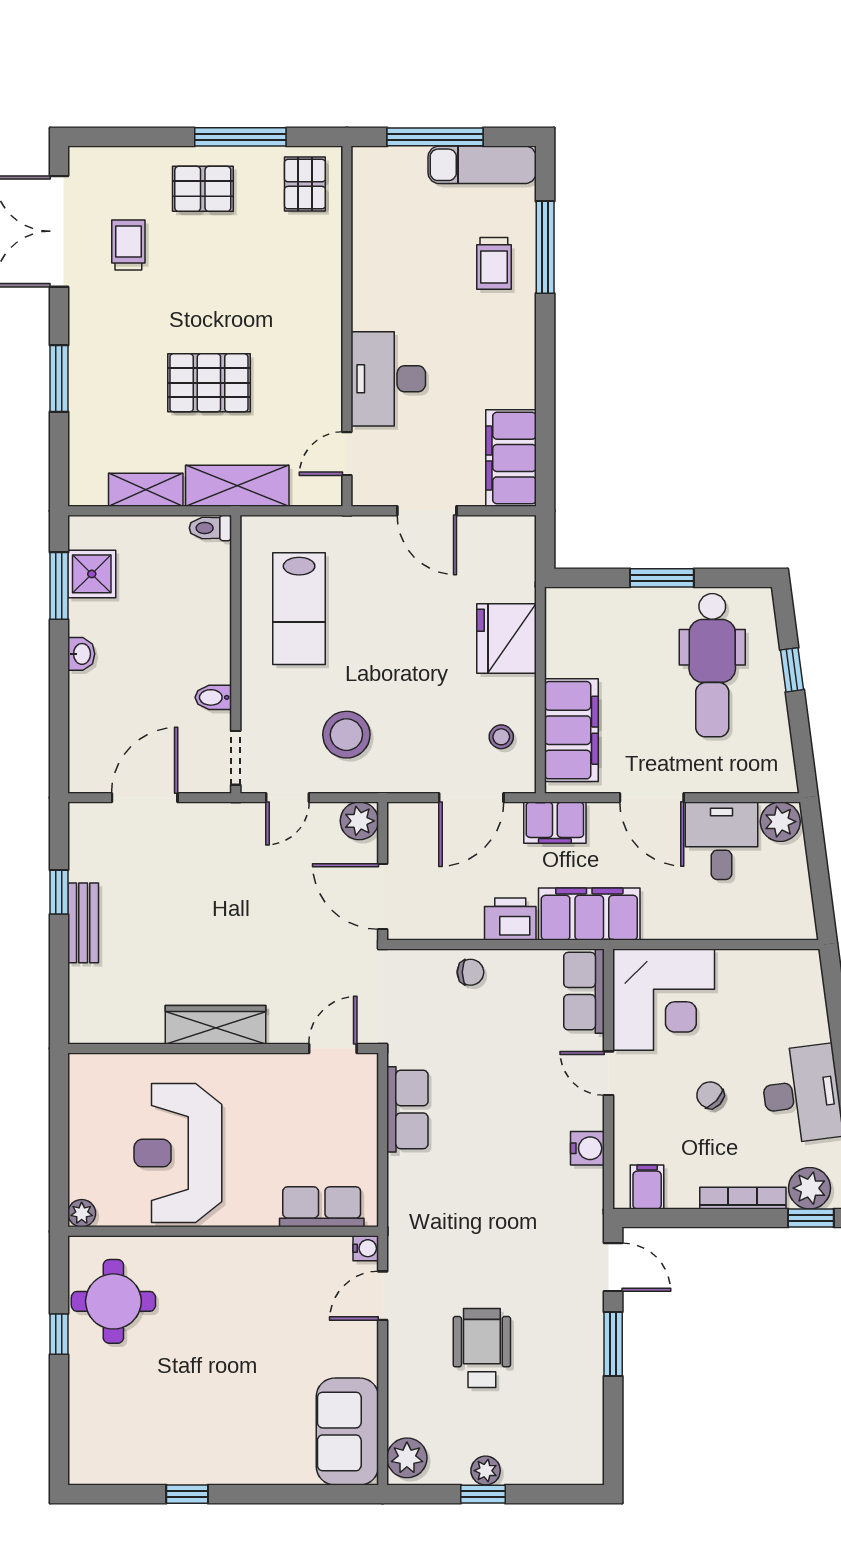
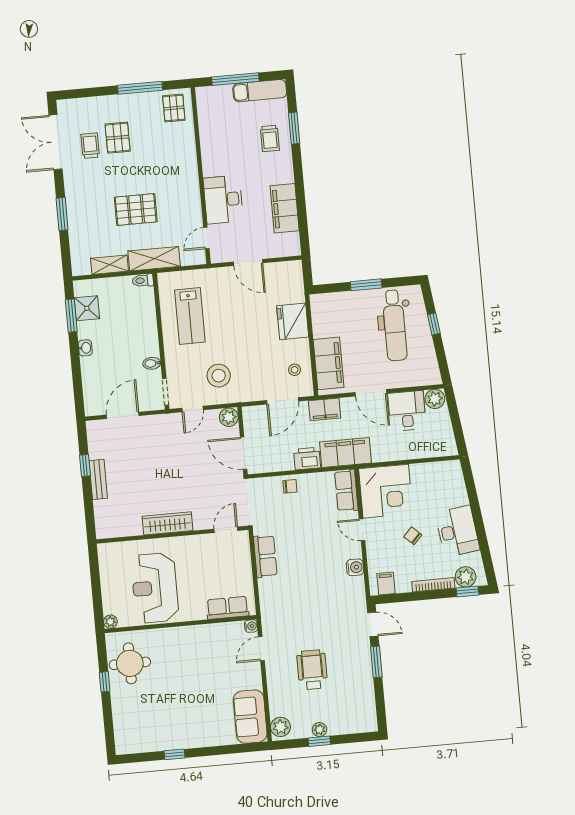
pallet: (203, 189) -> (118, 138), moved, turned 90
window: (545, 247) -> (294, 128), width x0.69
filing cabinet: (511, 458) -> (285, 208), moved

